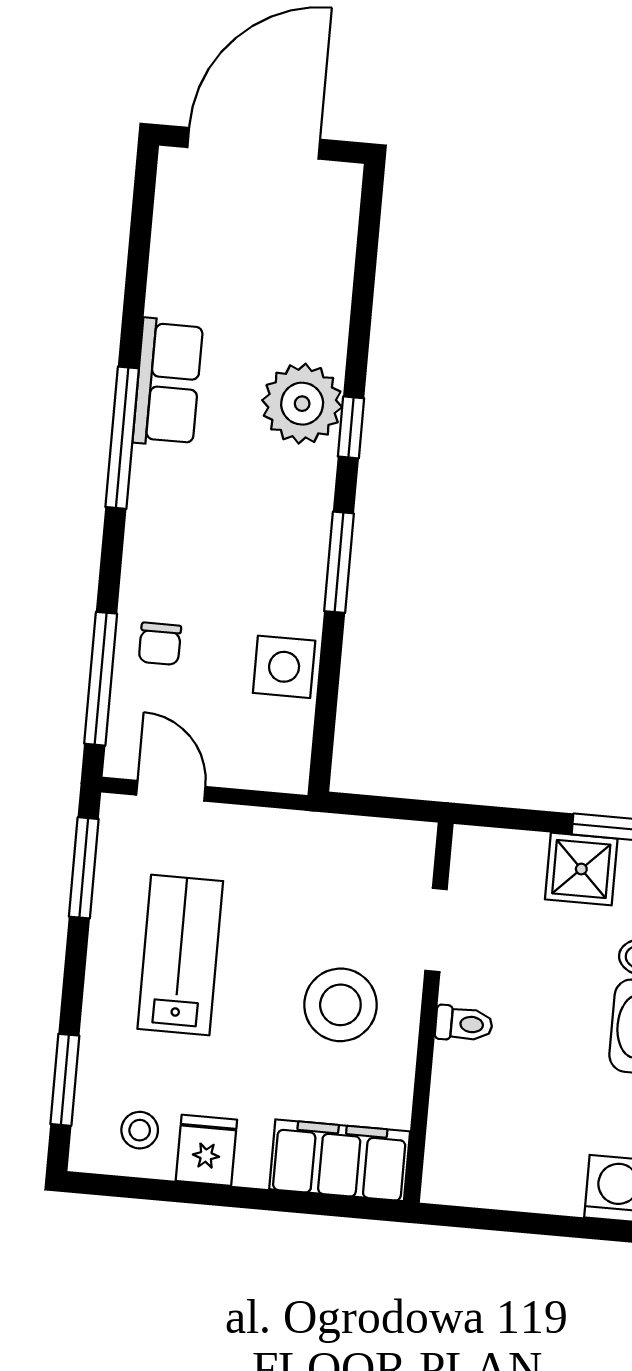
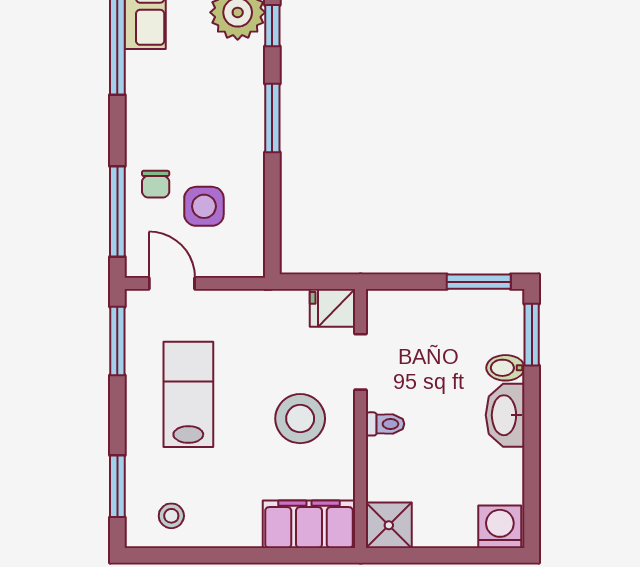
side table: (284, 667) -> (204, 206), moved
shower: (581, 869) -> (389, 525), moved
fridge: (206, 1150) -> (332, 308), moved, turned -90

